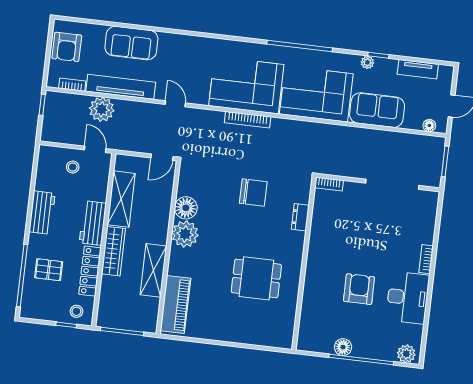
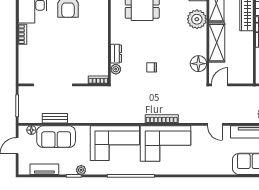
sofa: (377, 110) -> (56, 137), moved
bench: (395, 138) -> (55, 118), added
chair: (253, 193) -> (152, 67), width x0.54, depth x0.54
plant: (303, 196) -> (116, 69), added
shelving: (121, 199) -> (217, 43), moved
floor lamp: (186, 208) -> (198, 64), moved
plant: (185, 234) -> (197, 19), moved

